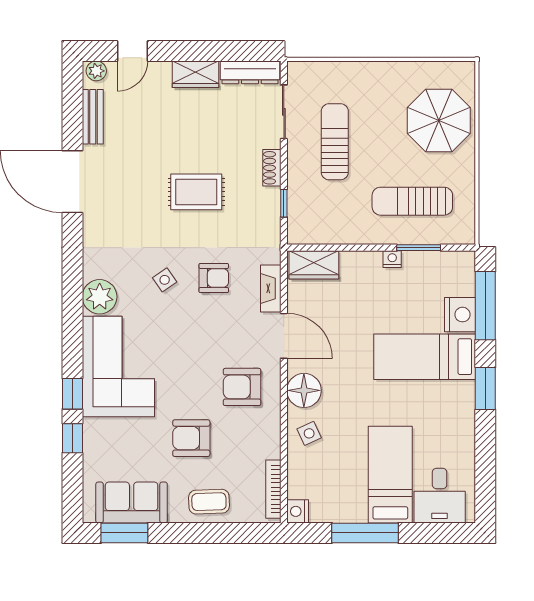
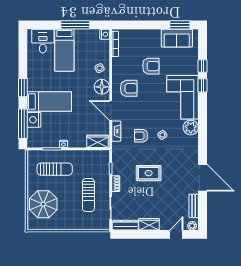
coffee table: (209, 502) -> (143, 38), removed

